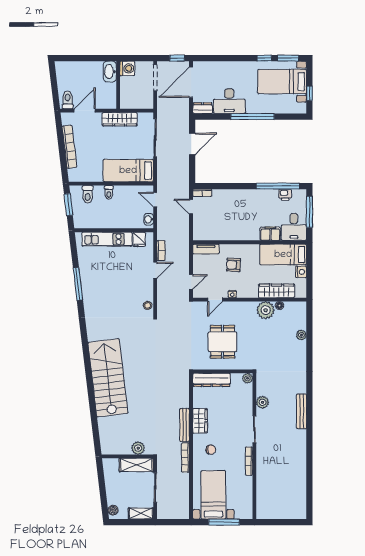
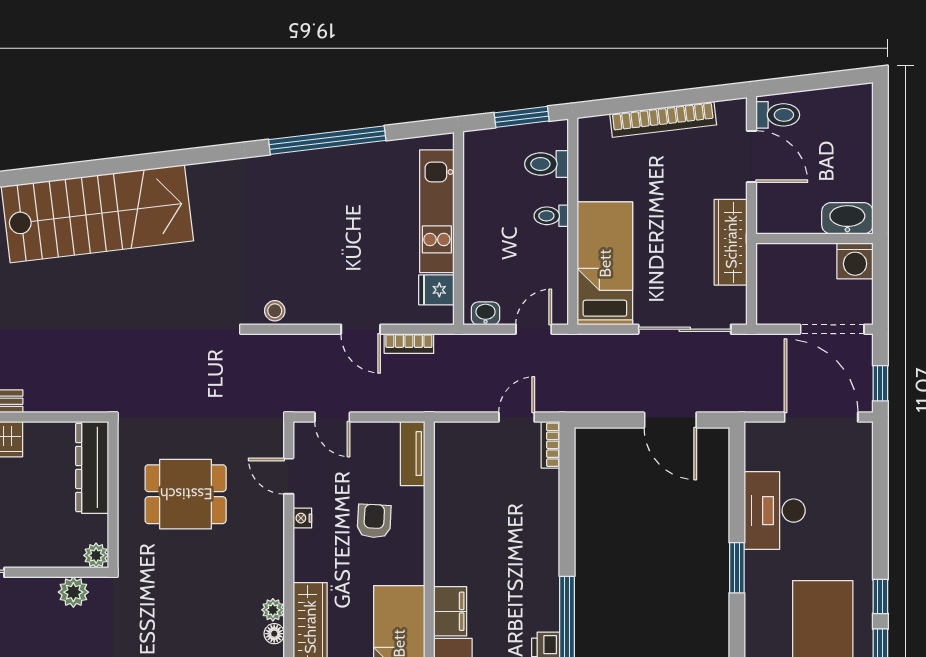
dresser: (203, 108) -> (758, 445), removed
window: (253, 117) -> (737, 568), width x0.47
window: (78, 284) -> (327, 140), width x1.46
plant: (266, 310) -> (273, 610), width x0.53, depth x0.53
plant: (262, 402) -> (73, 592), moved

